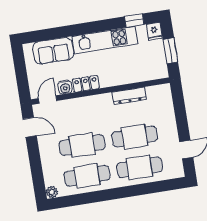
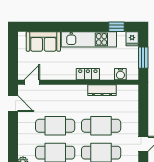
locker: (86, 84) -> (88, 74), moved
water cooler: (65, 87) -> (120, 74), moved

